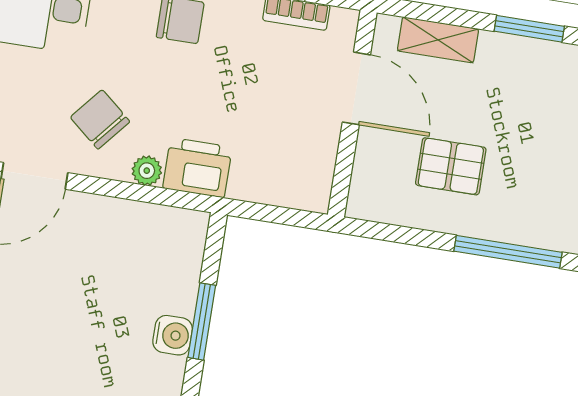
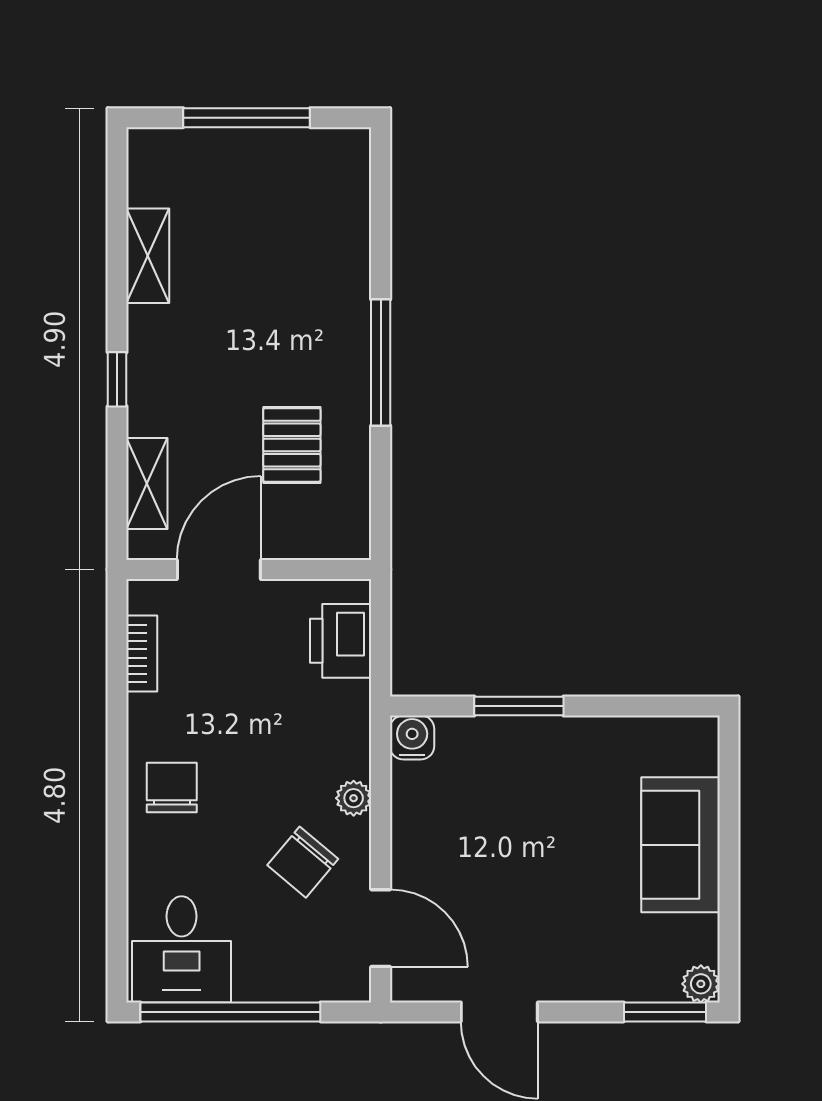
window: (529, 29) -> (117, 379), width x0.67
printer: (197, 168) -> (341, 641), moved
water cooler: (173, 335) -> (412, 737), moved

